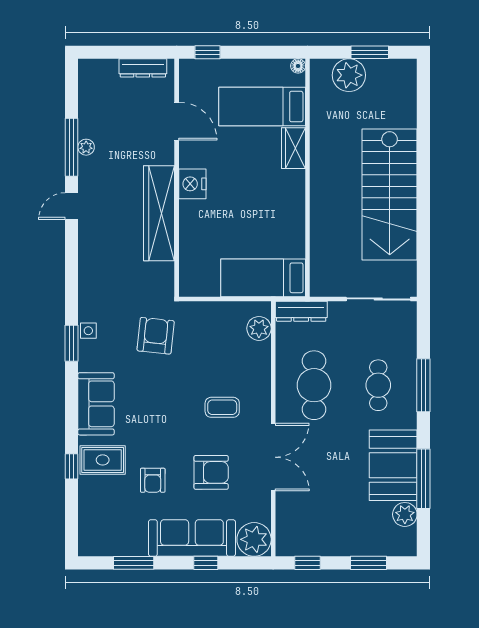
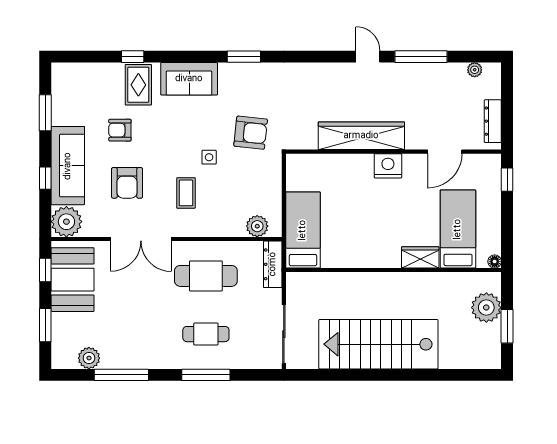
plant: (86, 147) -> (475, 70), moved
side table: (88, 331) -> (209, 157), moved
booth: (393, 465) -> (73, 280), moved, turned 90

